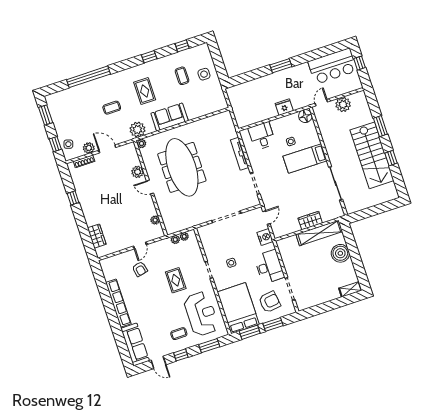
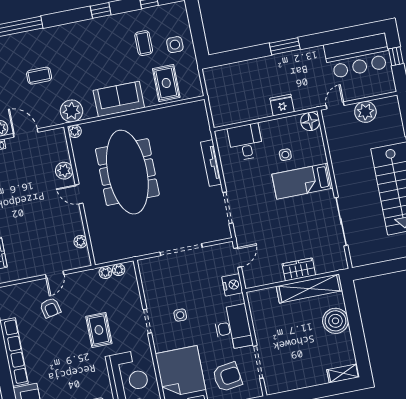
rug: (145, 91) -> (166, 83), moved

